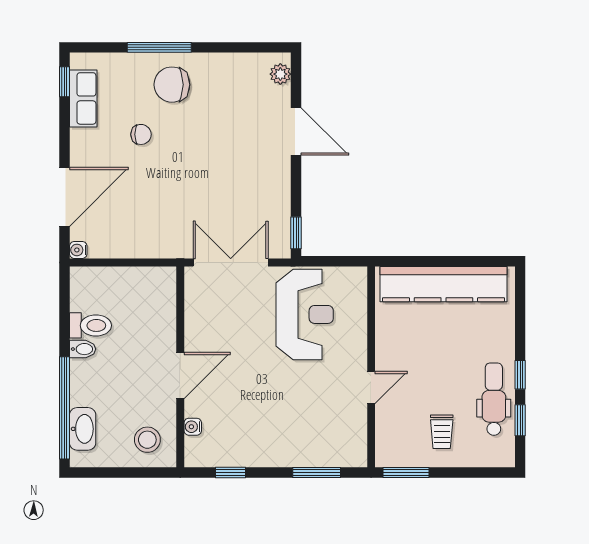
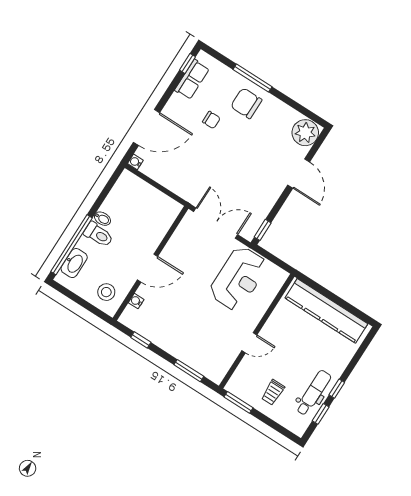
plant: (280, 74) -> (305, 133), width x1.88, depth x1.88
toilet: (90, 325) -> (98, 235), moved

